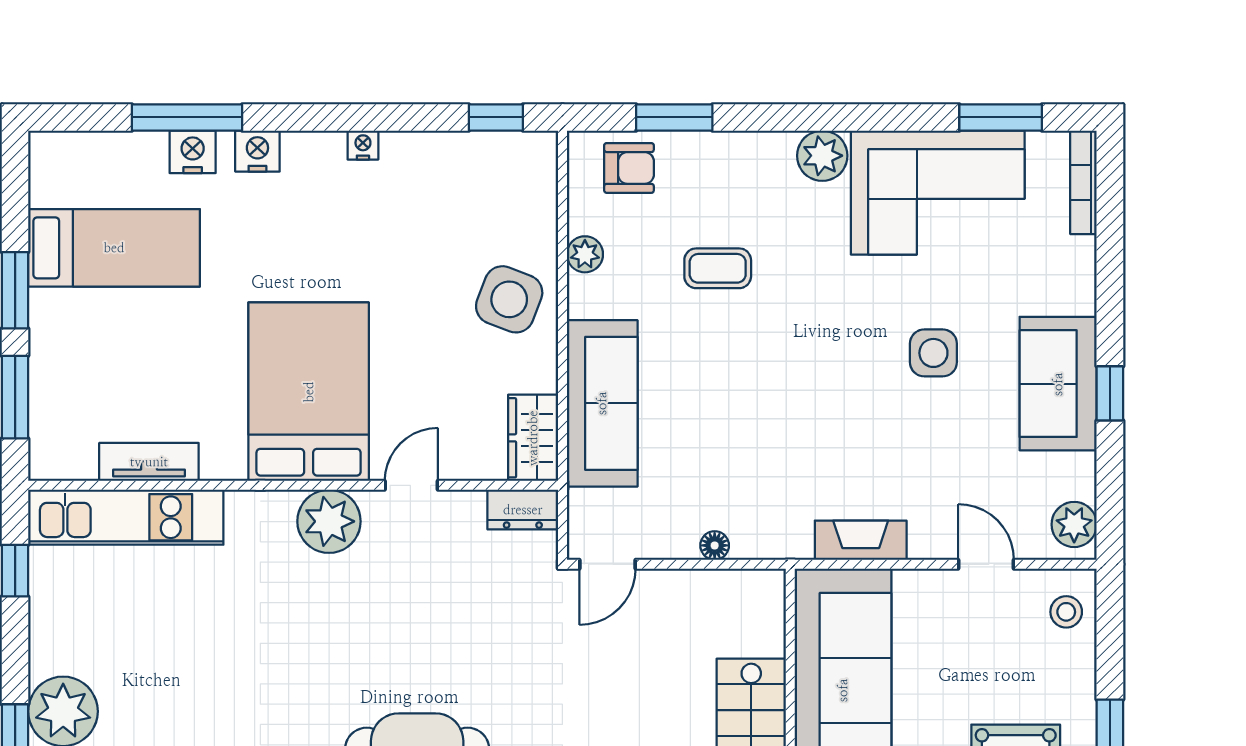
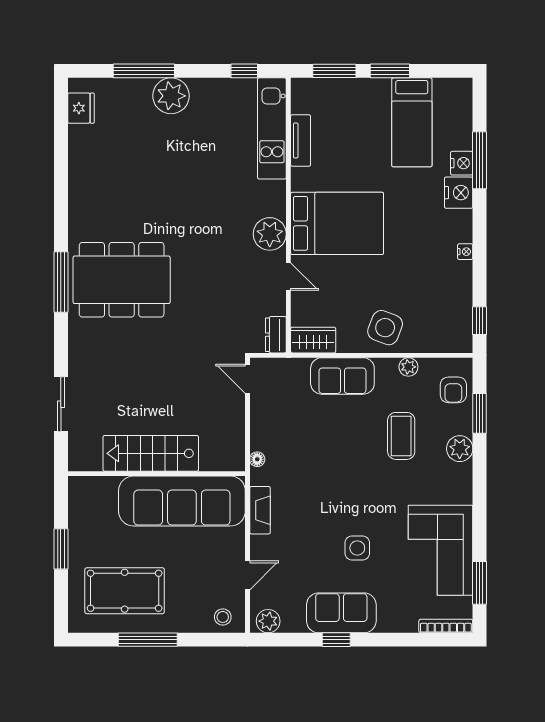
nightstand: (257, 151) -> (459, 193), width x1.36, depth x1.33
plant: (822, 156) -> (460, 449), moved
coffee table: (718, 268) -> (401, 436), width x1.36, depth x1.30
sofa: (602, 403) -> (342, 376), width x0.73
floor lamp: (715, 545) -> (257, 459), moved

